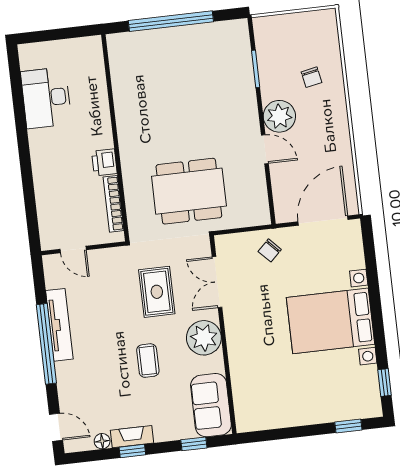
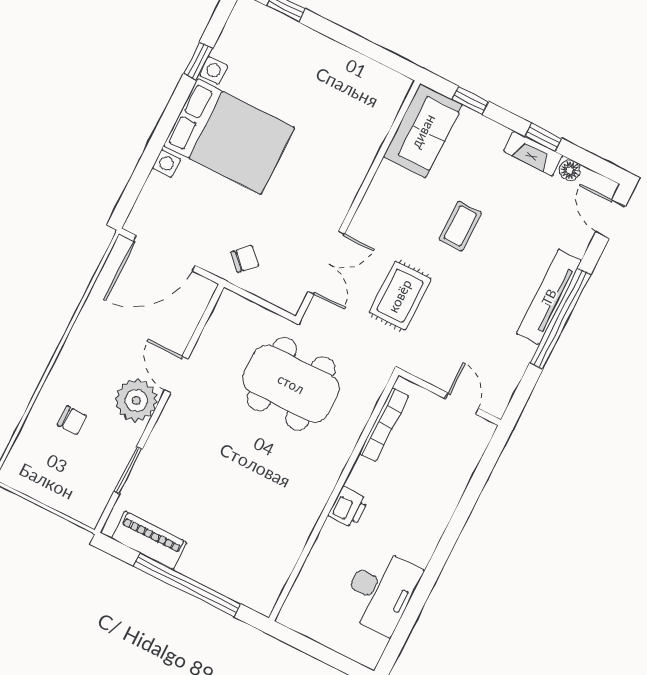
piano: (213, 34) -> (149, 540), added
chair: (312, 77) -> (72, 420), turned 101
printer: (104, 162) -> (348, 507), moved
tv unit: (59, 325) -> (549, 297), moved
plant: (204, 338) -> (382, 210), removed
window: (385, 382) -> (198, 61), moved

